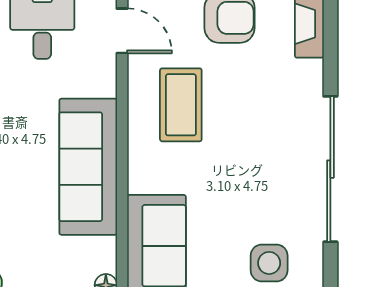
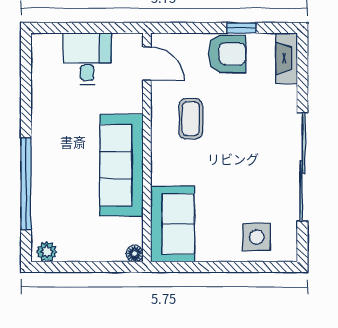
coffee table: (181, 105) -> (191, 119), width x0.73, depth x0.77

